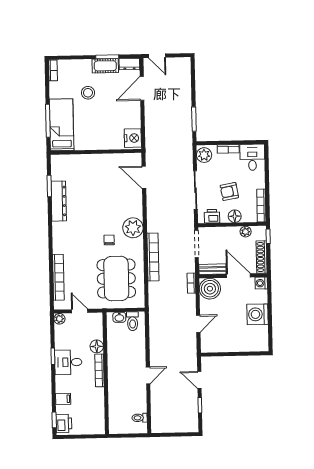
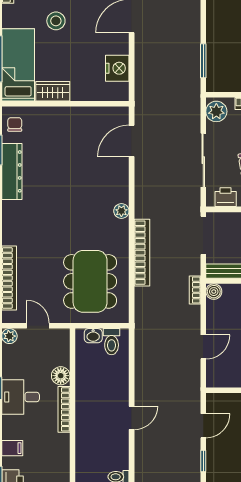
nightstand: (133, 138) -> (117, 68), moved
wardrobe: (87, 143) -> (53, 91), added
door: (144, 177) -> (132, 141), hinge flipped
plant: (133, 228) -> (121, 211), width x0.53, depth x0.53
chair: (109, 240) -> (15, 124), moved
boiler: (210, 289) -> (214, 292), width x0.54, depth x0.54
door: (199, 380) -> (203, 426), swing flipped

